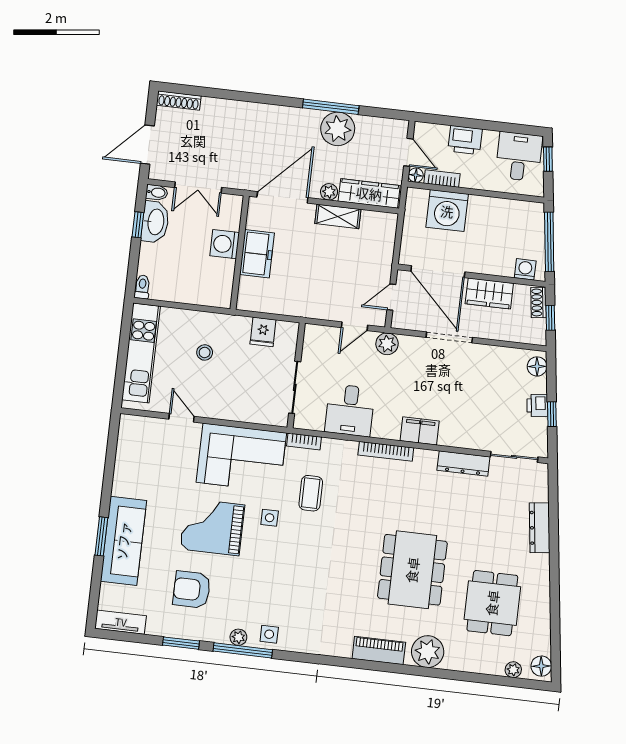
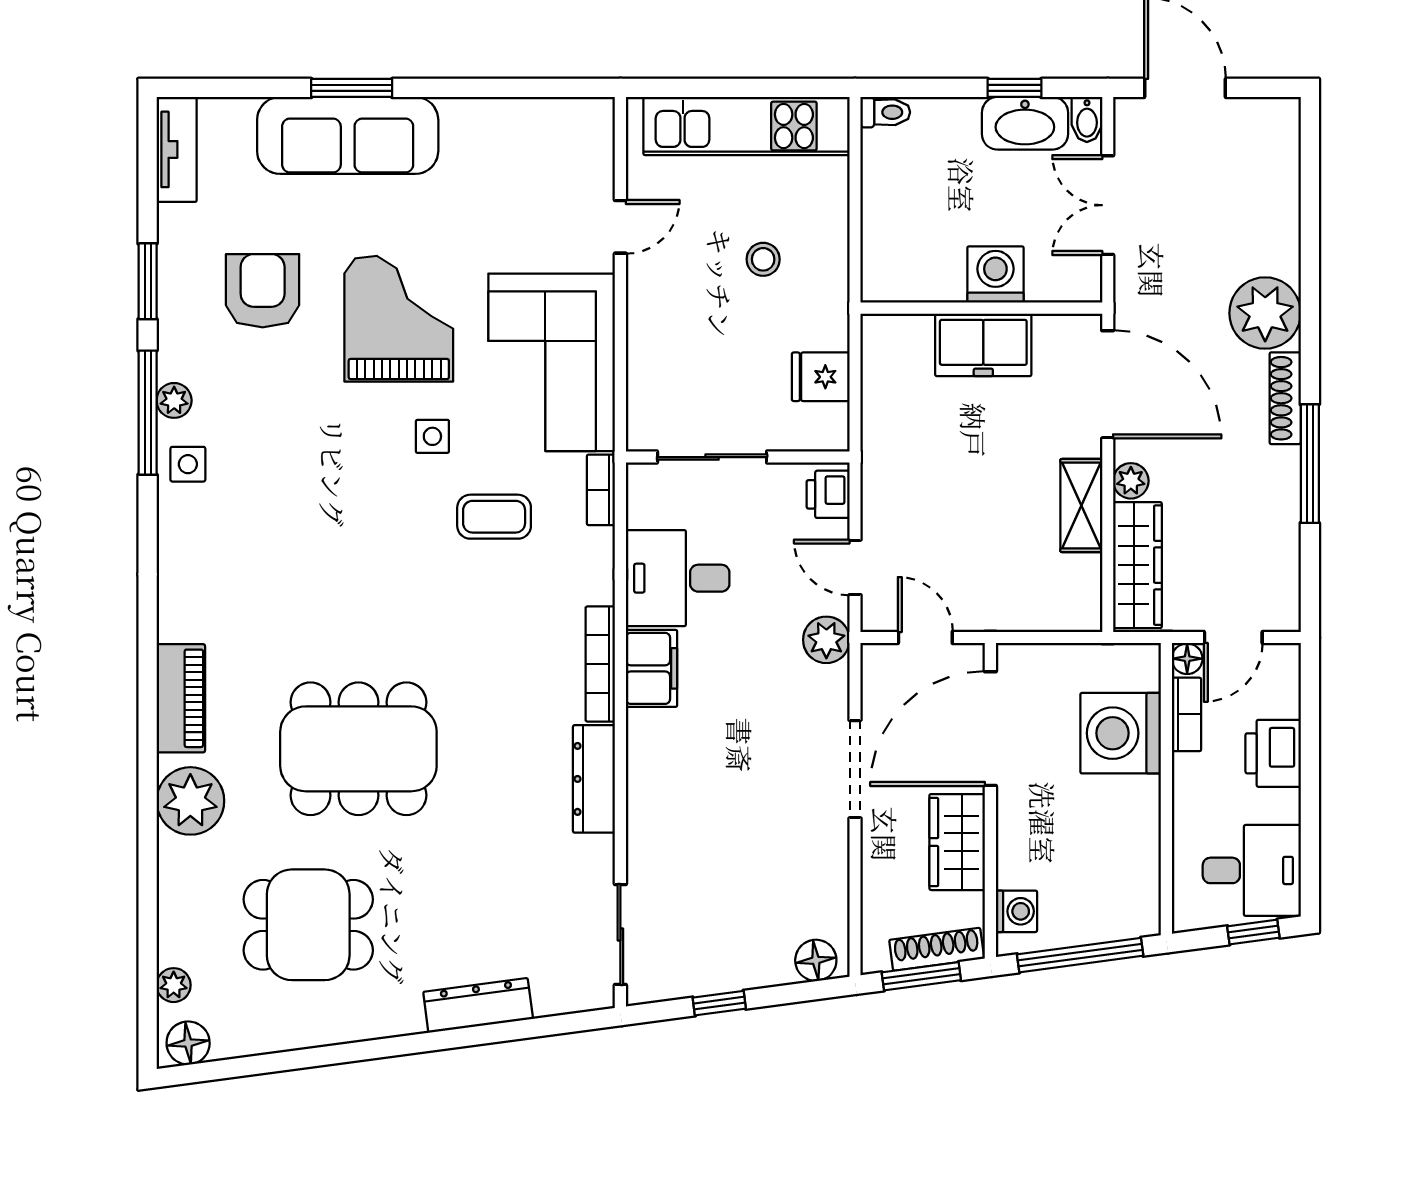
shoe rack: (179, 101) -> (1285, 398), moved
plant: (338, 129) -> (1265, 313), moved
shoe rack: (538, 302) -> (937, 949), width x1.43
window: (550, 318) -> (921, 976), width x1.50
printer: (537, 405) -> (828, 494), moved, turned -82
filing cabinet: (420, 431) -> (652, 668), moved
dresser: (463, 464) -> (594, 779), moved

